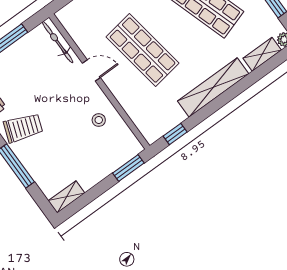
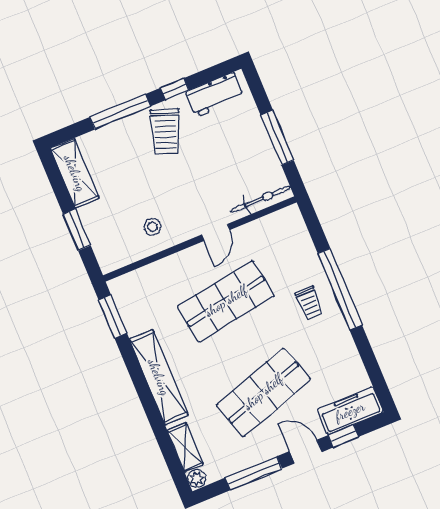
window: (175, 134) -> (113, 317), width x1.50
window: (128, 168) -> (77, 230), moved
shelving: (66, 197) -> (75, 173), width x1.50, depth x1.33

